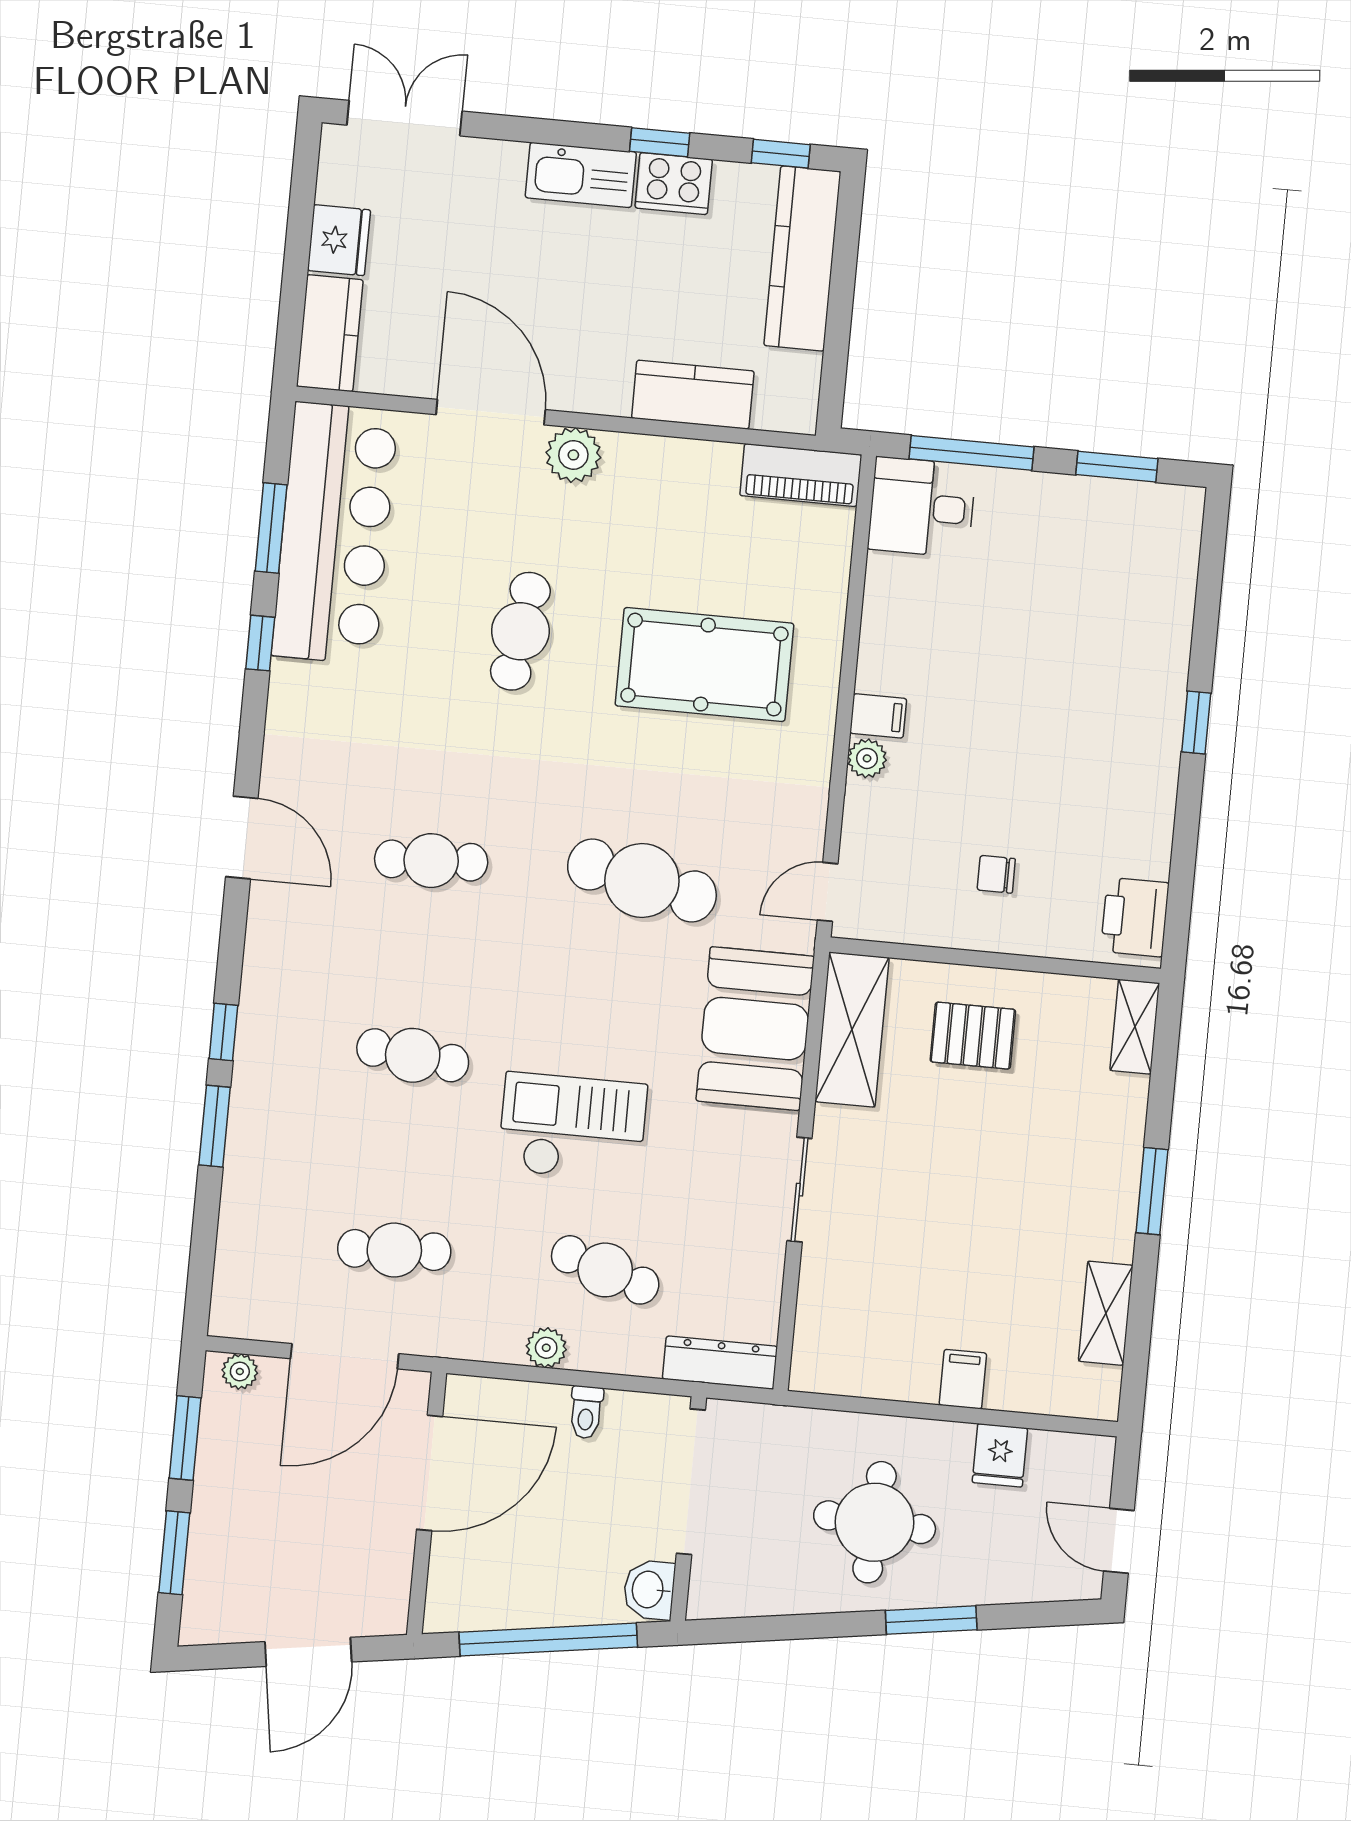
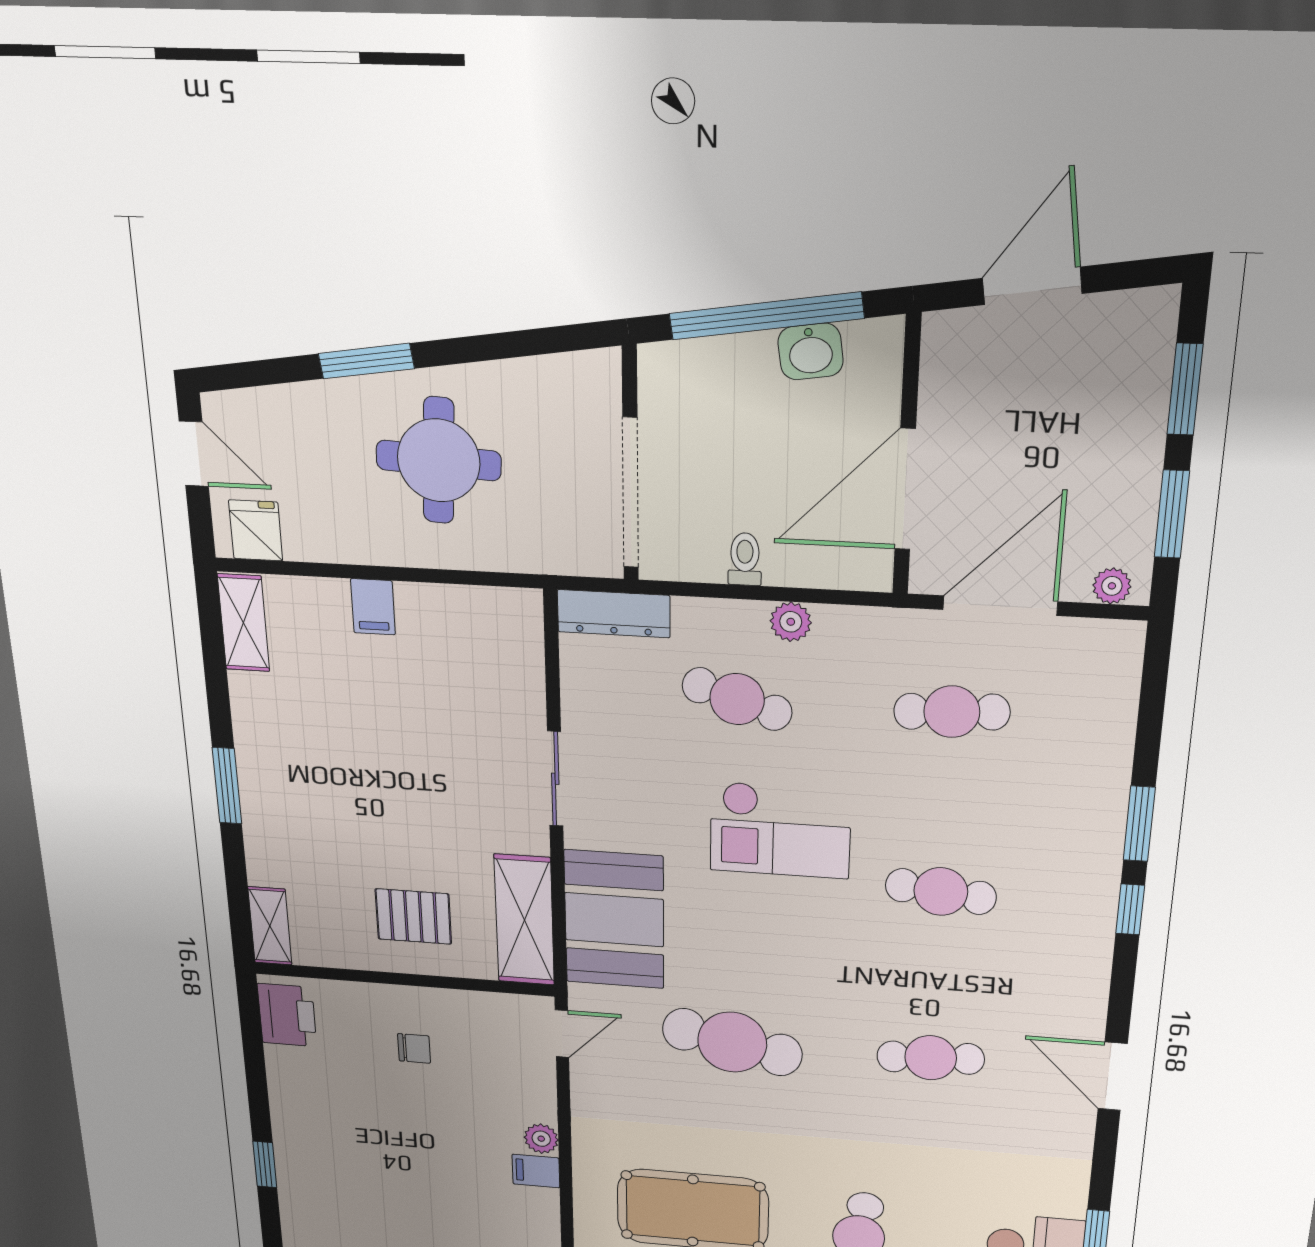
shelving: (1106, 1313) -> (244, 623), moved
fridge: (1000, 1455) -> (256, 530), moved
washbasin: (649, 1590) -> (811, 352), moved, turned 82

